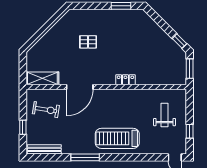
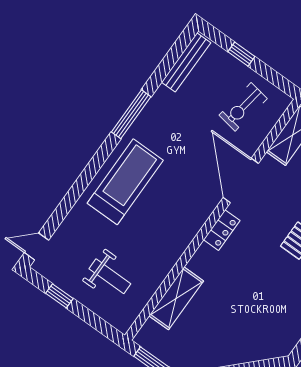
shelving: (153, 78) -> (176, 298), added
locker: (125, 80) -> (222, 230), moved

